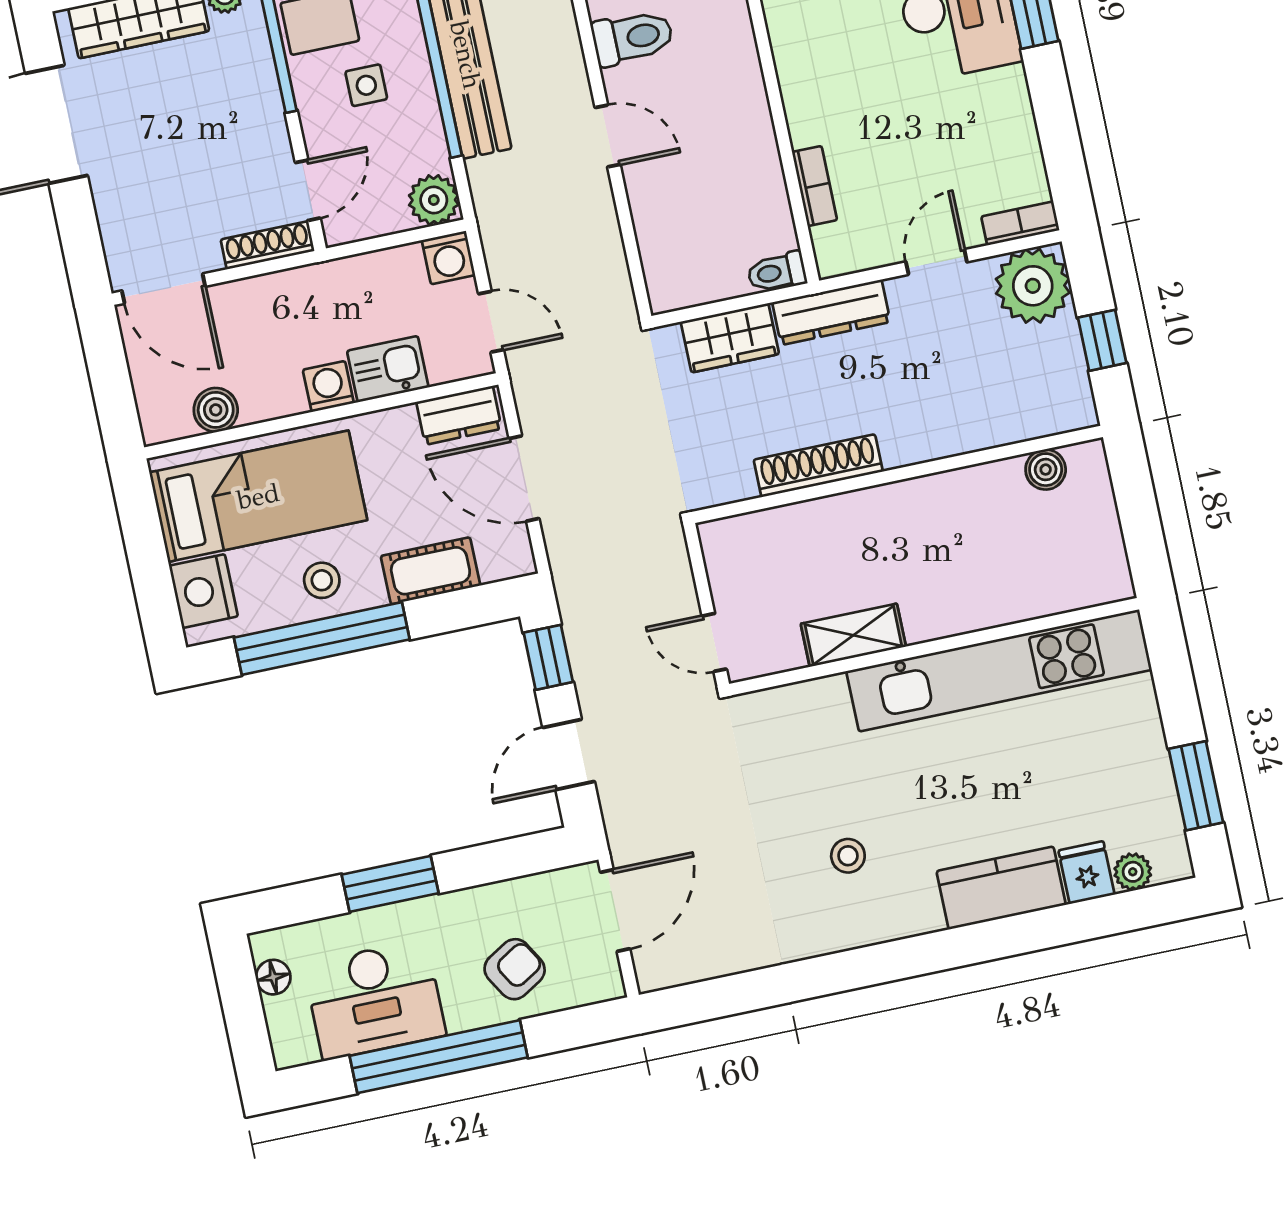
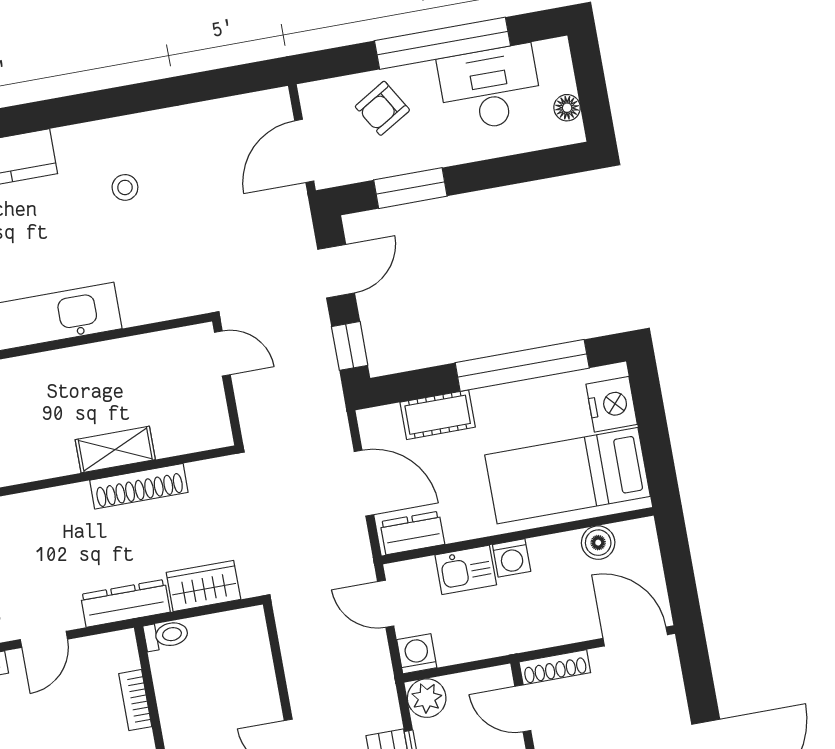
door: (308, 190) -> (523, 708), hinge flipped
stool: (322, 580) -> (521, 410), removed
shelving: (853, 635) -> (115, 450), moved
window: (390, 884) -> (410, 188), moved

